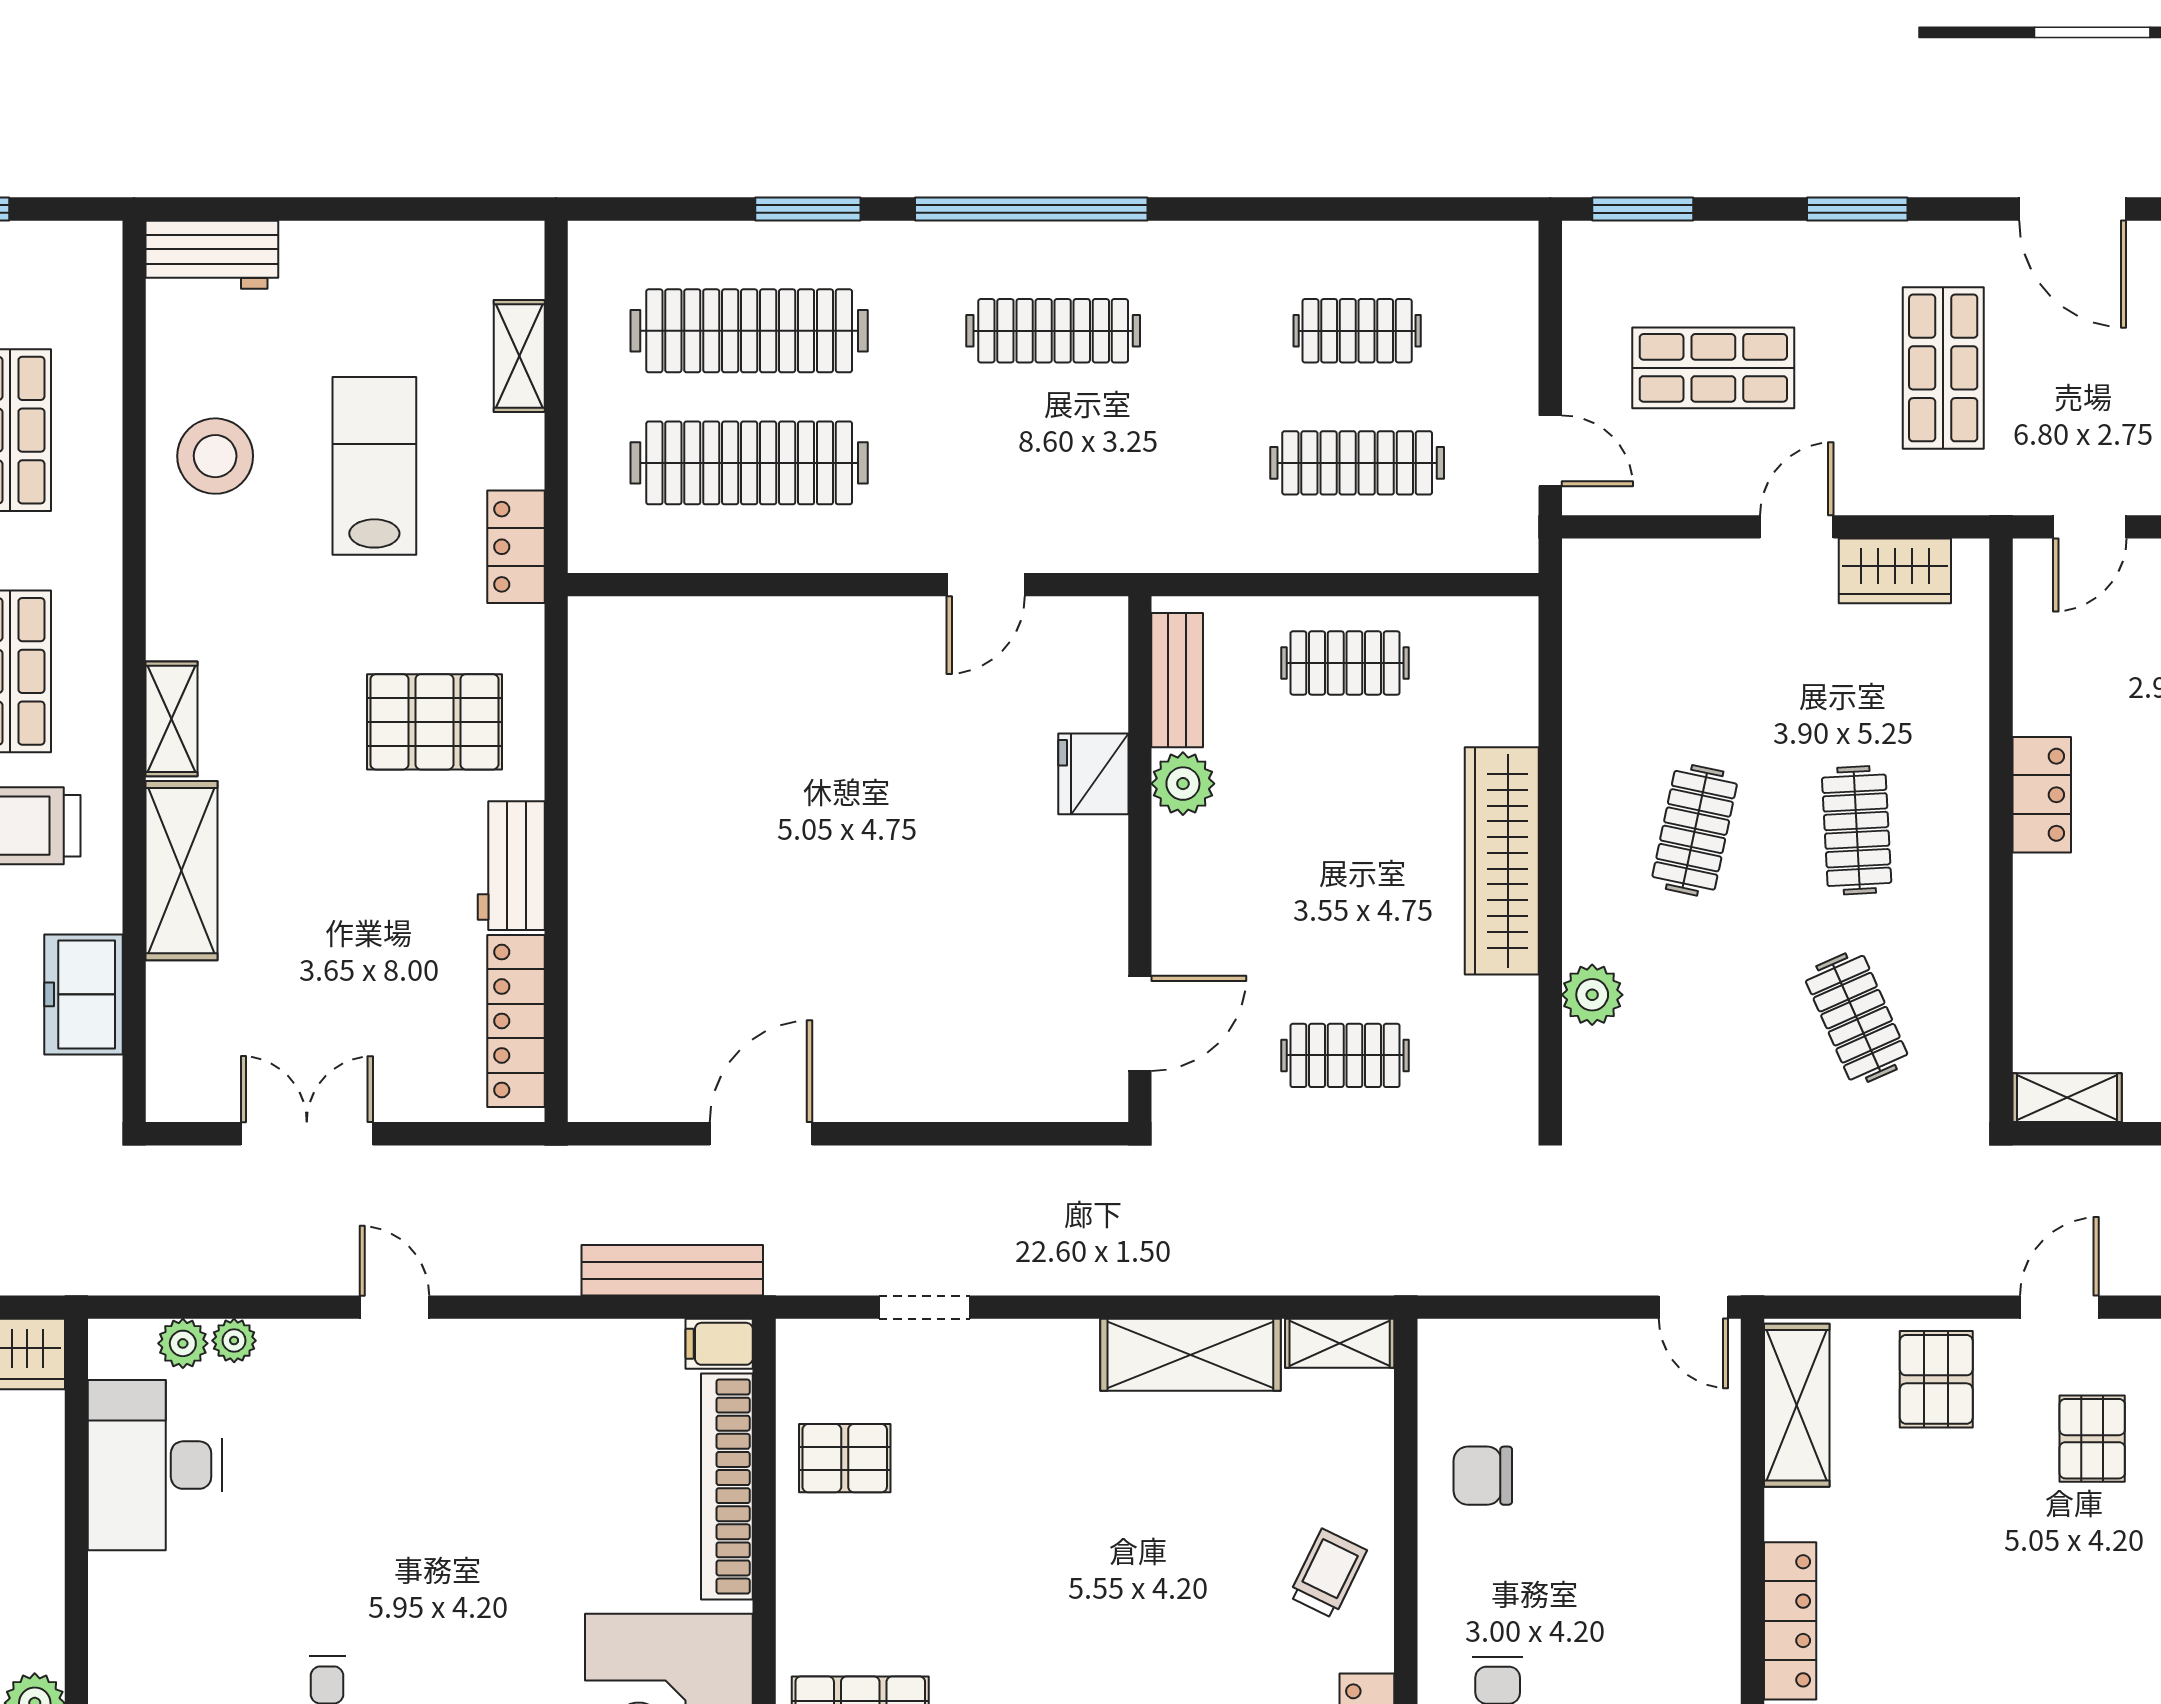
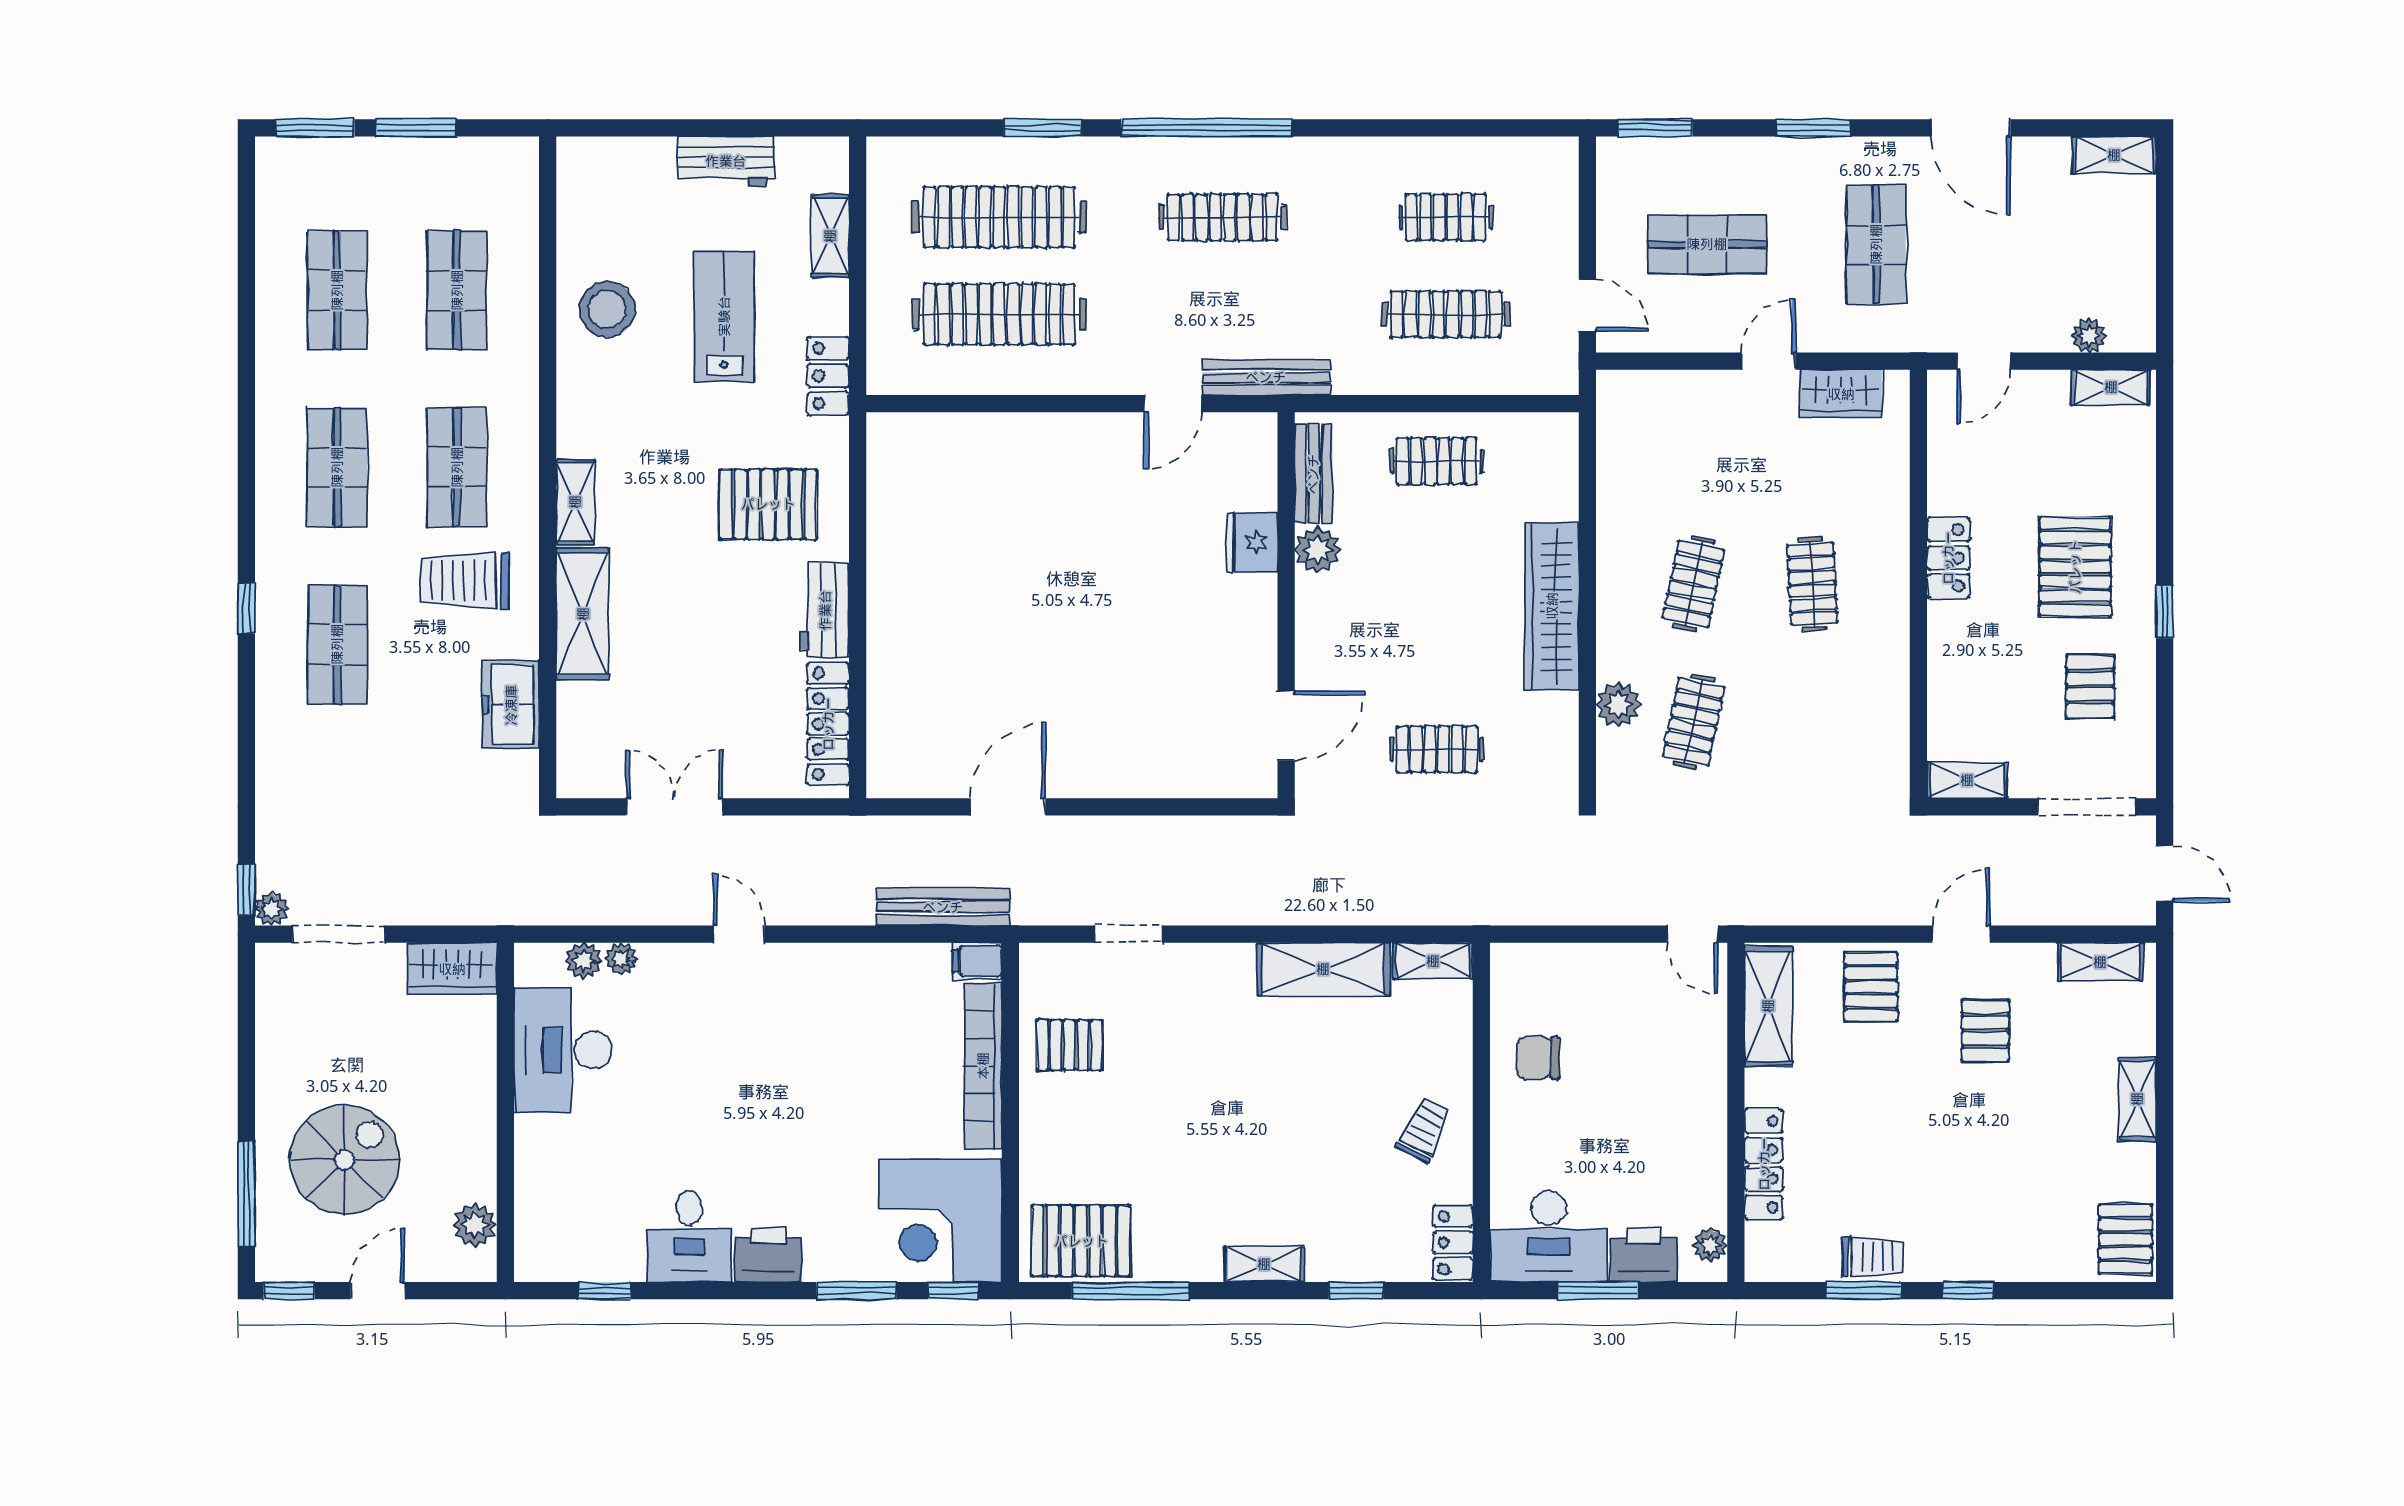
workbench: (212, 255) -> (726, 161), moved
bench: (1112, 549) -> (1266, 377), added
clothes rail: (1857, 1018) -> (1693, 722), moved, turned 36

